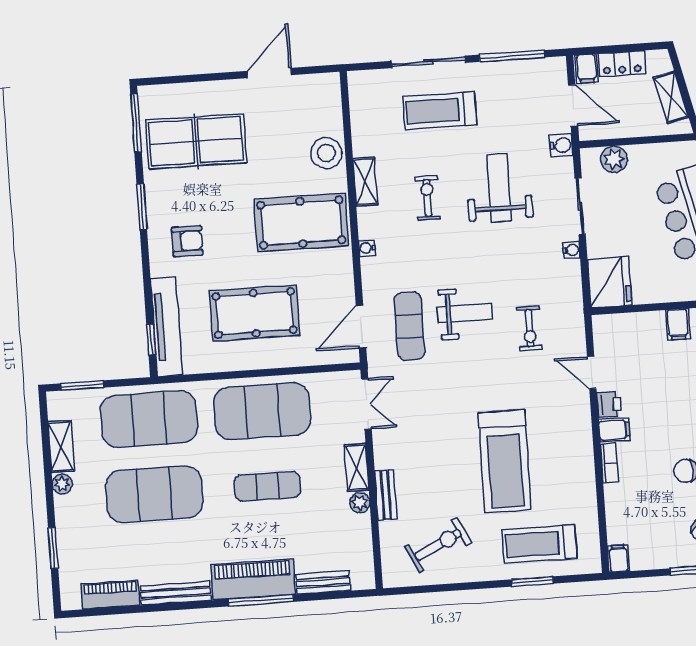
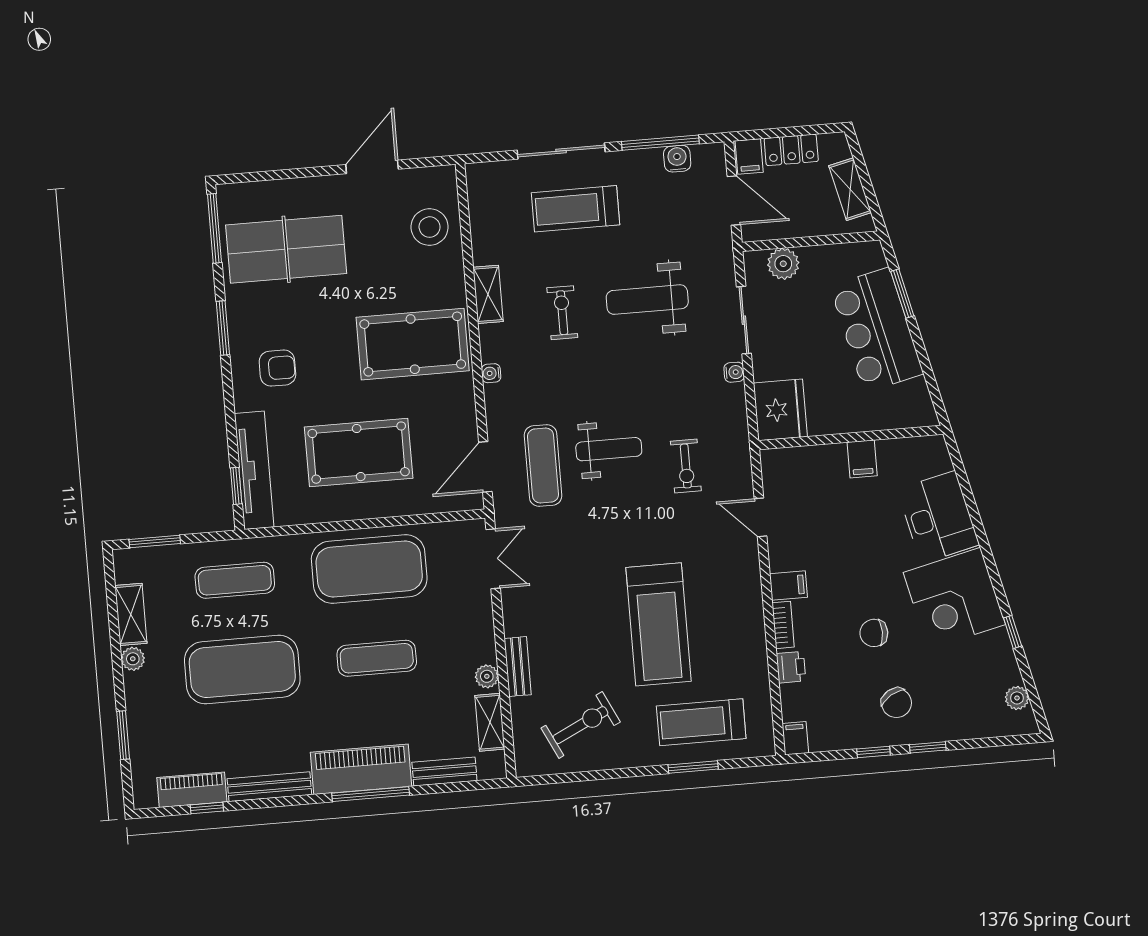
water cooler: (561, 145) -> (677, 159), moved, turned -90
stool: (326, 153) -> (430, 227), moved
weight bench: (499, 188) -> (647, 300), turned -90
printer: (609, 404) -> (791, 667), moved
exercise mat: (149, 419) -> (235, 580), width x0.50, depth x0.69
shelving: (357, 467) -> (490, 722), moved
window: (123, 610) -> (207, 808), added

